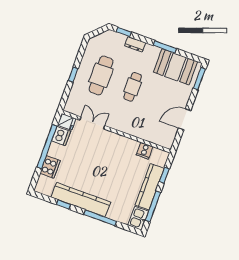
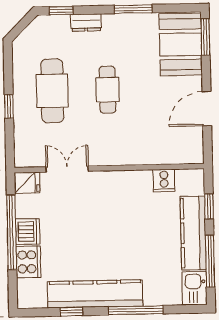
booth: (175, 67) -> (181, 44), moved, turned 90
dishwasher: (61, 136) -> (28, 232), moved

